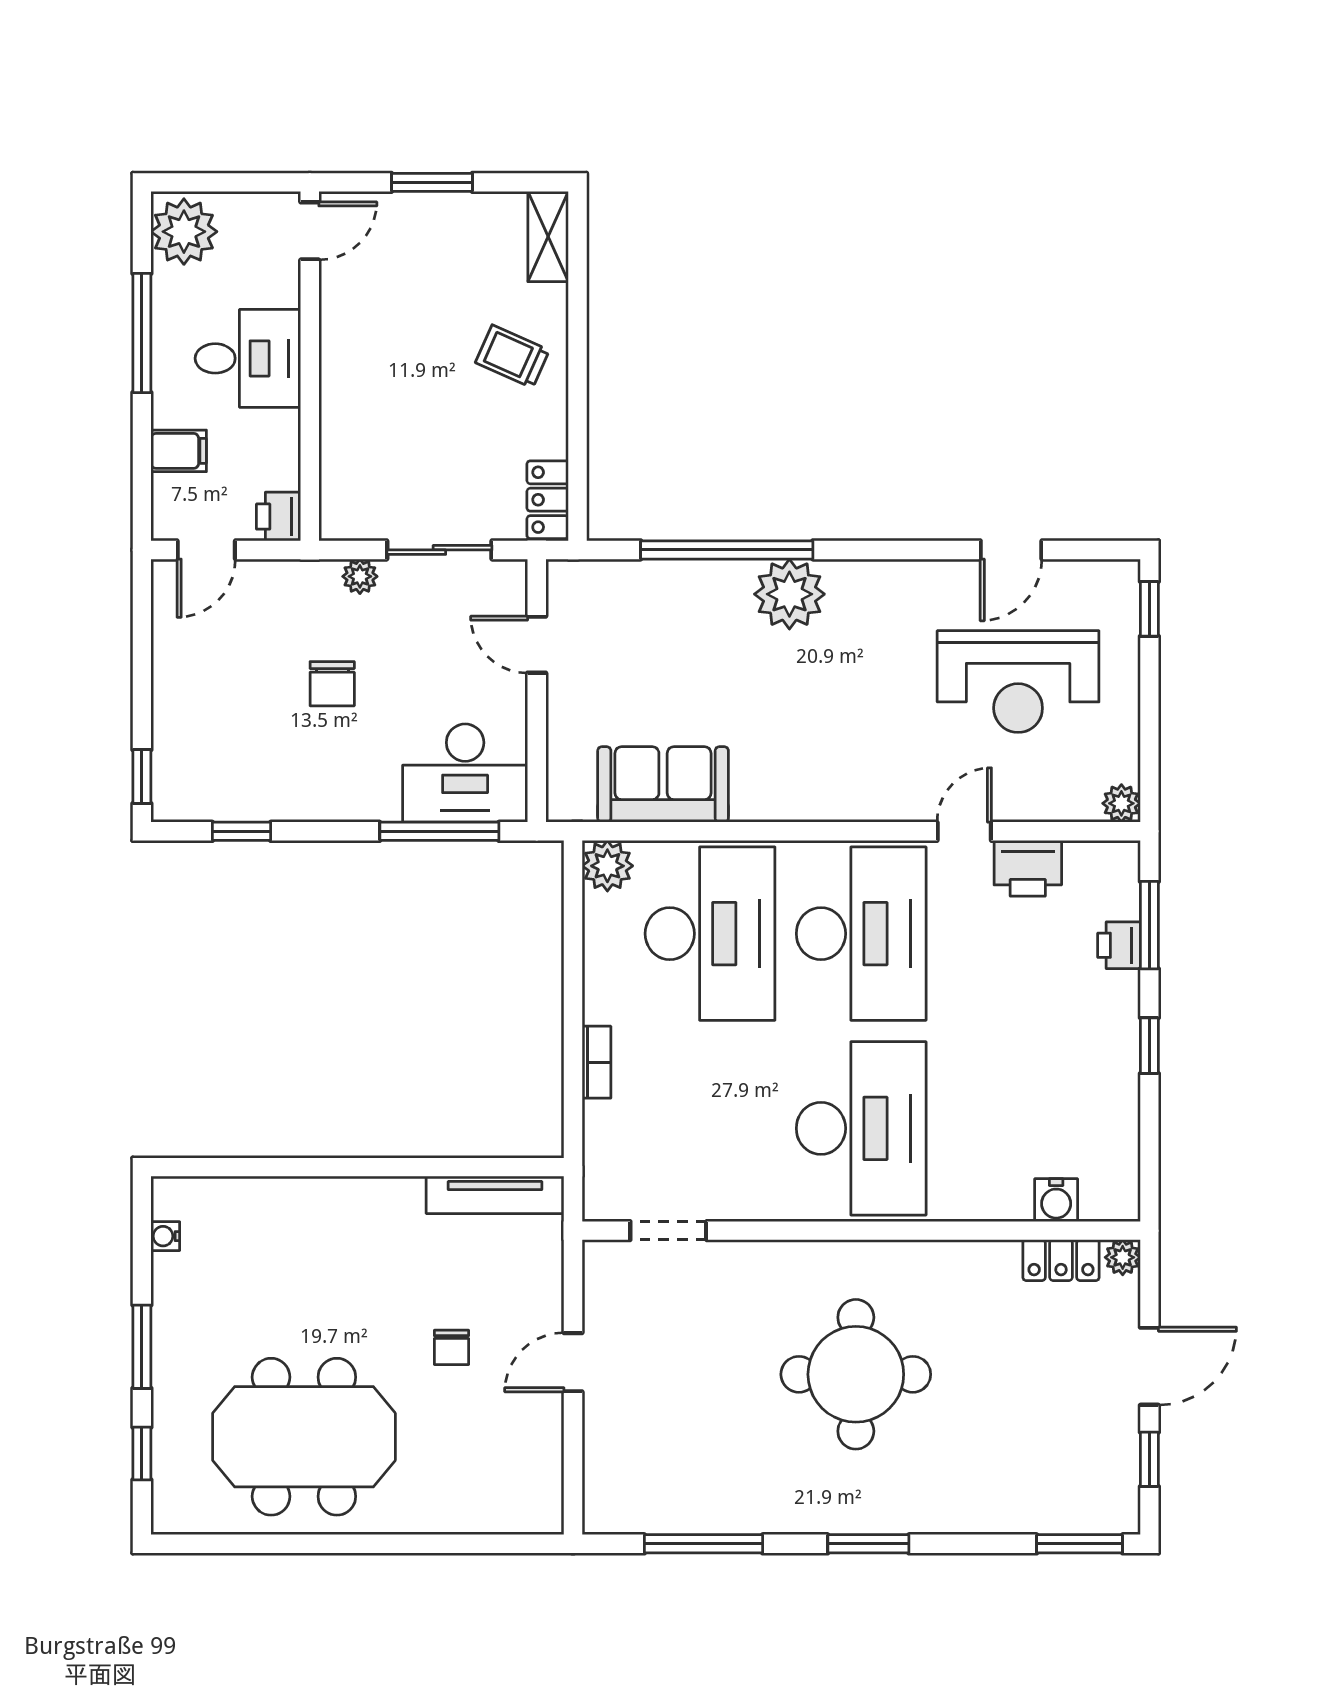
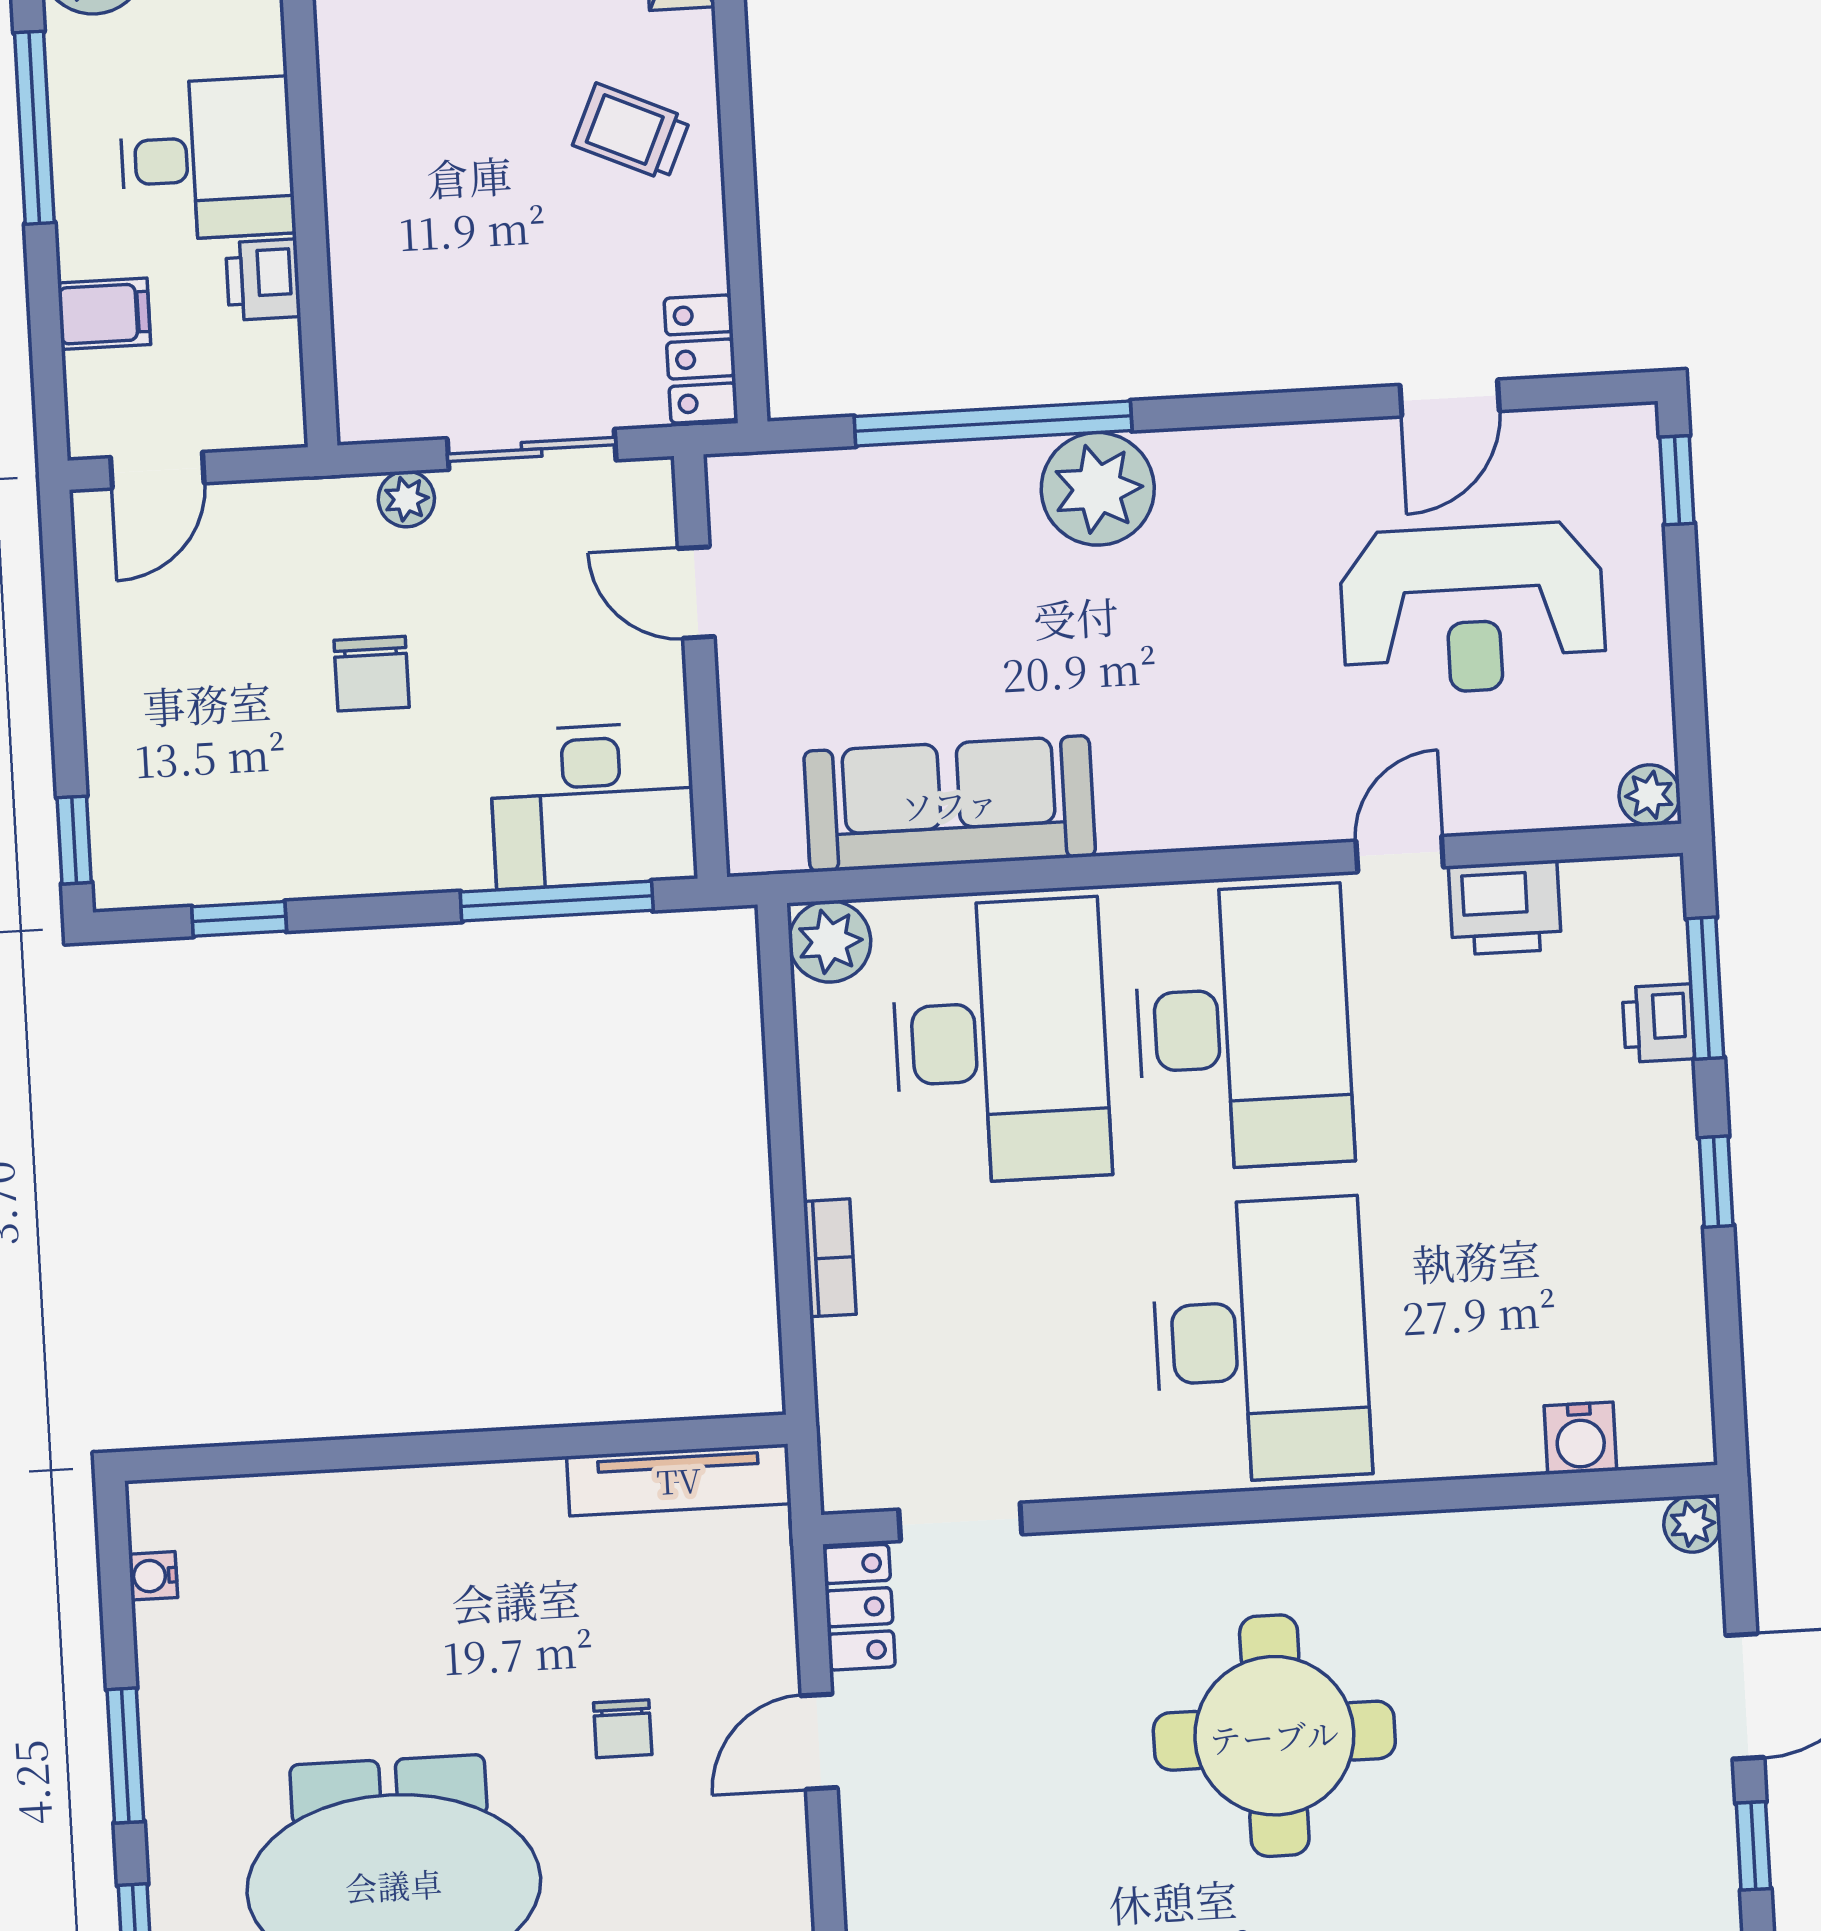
printer: (279, 517) -> (263, 280), moved
sofa: (663, 784) -> (950, 804), width x1.36
locker: (1061, 1260) -> (859, 1607), moved, turned -90

